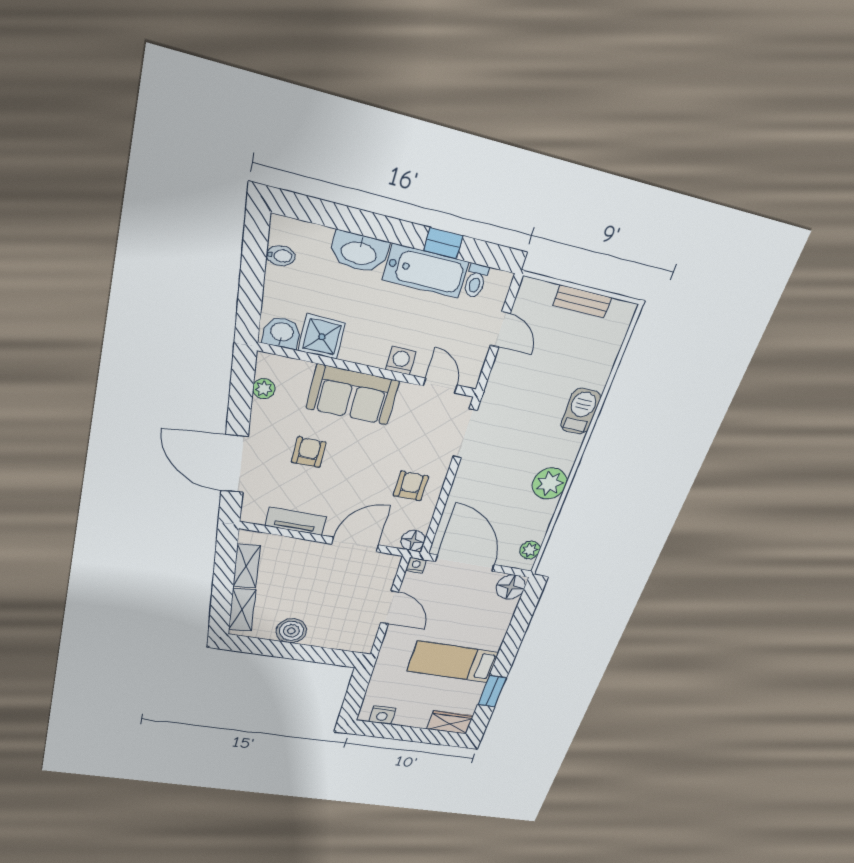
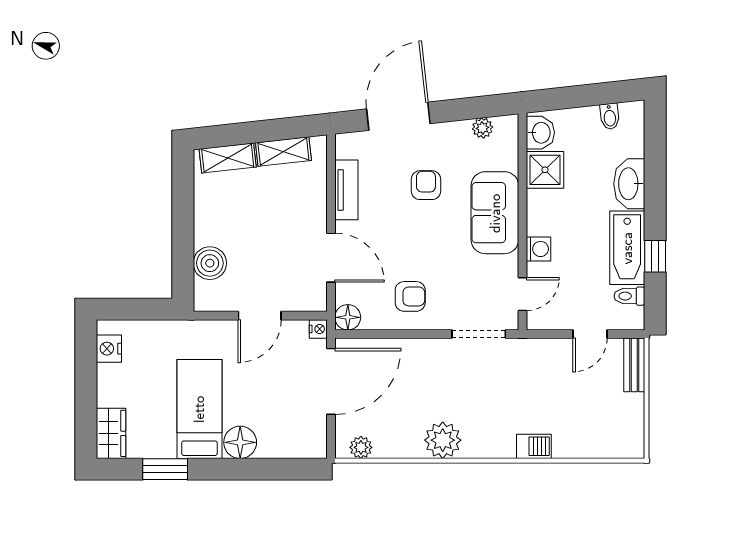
bench: (582, 301) -> (634, 365), moved
barbecue: (581, 411) -> (534, 446), width x0.73, depth x0.79
armchair: (309, 452) -> (426, 185), turned -90
floor lamp: (511, 587) -> (240, 442), moved
boiler: (291, 631) -> (210, 263), moved

